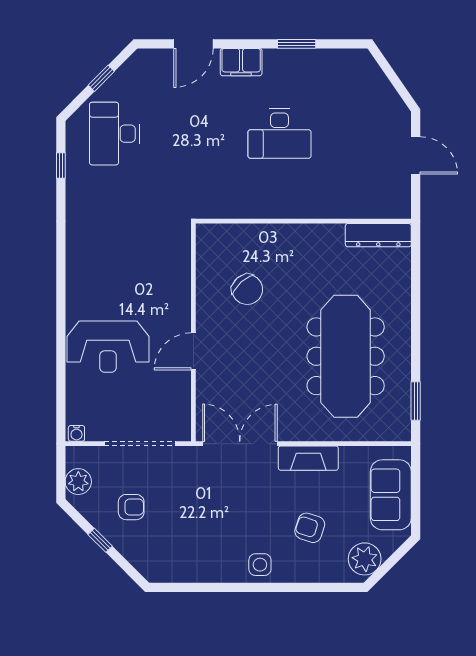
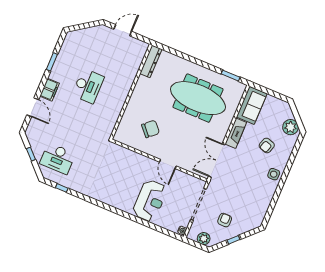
sofa: (391, 495) -> (252, 105), moved, turned -90

